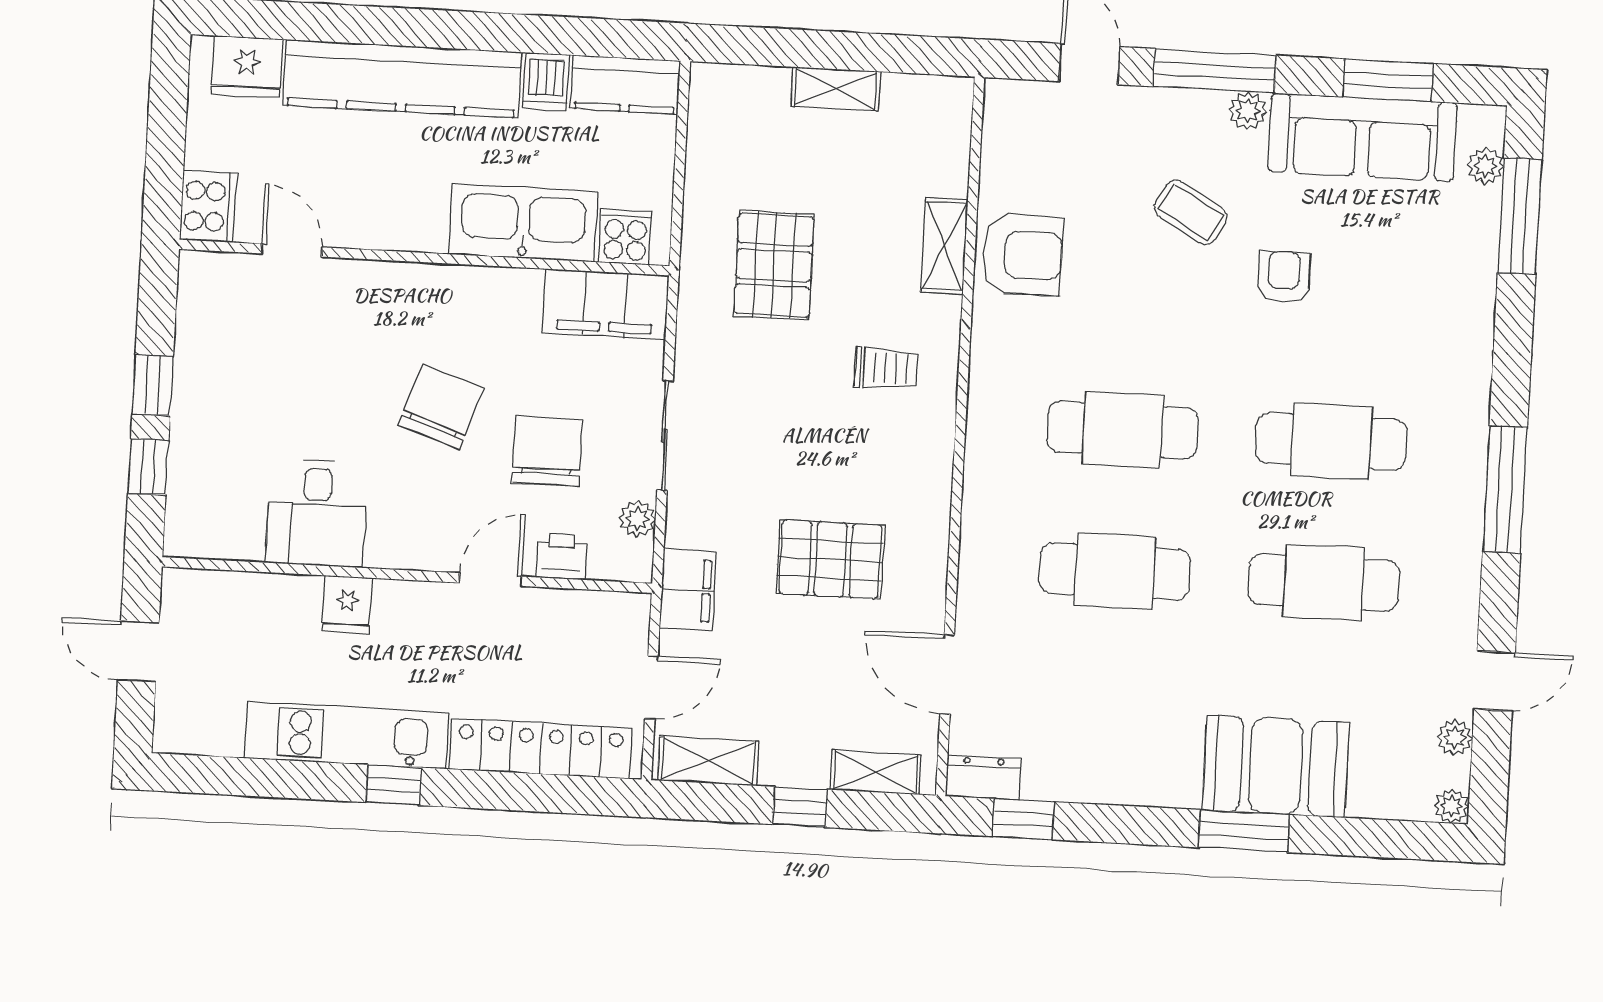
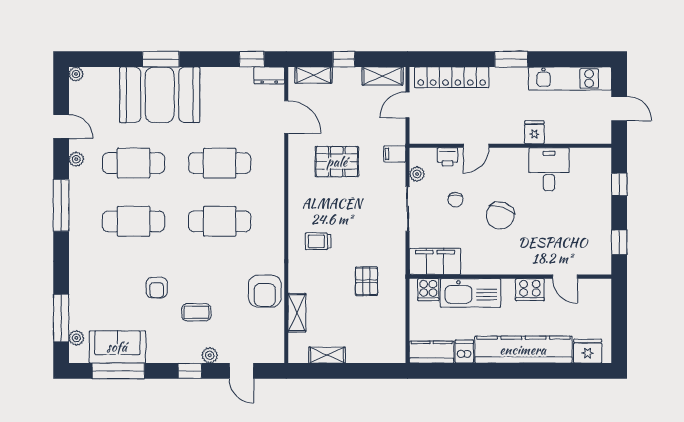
window: (1215, 71) -> (190, 371), width x0.46
window: (1388, 80) -> (118, 371), width x1.44
shelving: (836, 89) -> (327, 355), moved
plant: (1248, 111) -> (210, 355), moved
sofa: (1362, 137) -> (117, 347), width x0.73
cooker: (208, 206) -> (530, 290), moved, turned -90
coffee table: (1191, 212) -> (196, 312), turned -30
shelving: (944, 246) -> (297, 313), moved
armchair: (1022, 255) -> (265, 291), turned -90
pallet: (774, 265) -> (367, 281), width x0.67, depth x0.71
window: (153, 385) -> (619, 242), moved
chair: (547, 451) -> (455, 200), width x0.54, depth x0.54
filing cabinet: (688, 590) -> (395, 154), width x0.50
door: (1495, 681) -> (61, 126), swing flipped
kitchen unit: (347, 735) -> (570, 79), moved
plant: (1455, 738) -> (76, 159), moved
booth: (1276, 766) -> (160, 95), width x1.36, depth x1.42
window: (394, 785) -> (511, 59), width x1.50

